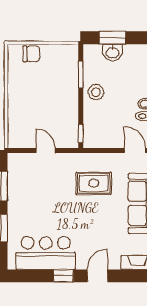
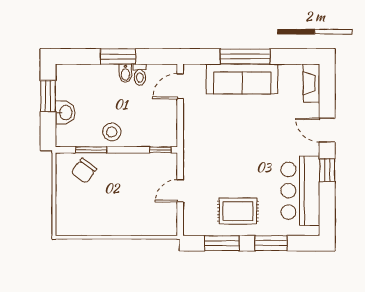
window: (112, 38) -> (48, 96), moved
chair: (31, 54) -> (84, 171), moved, turned -143
rug: (94, 183) -> (238, 211), moved, turned 90

